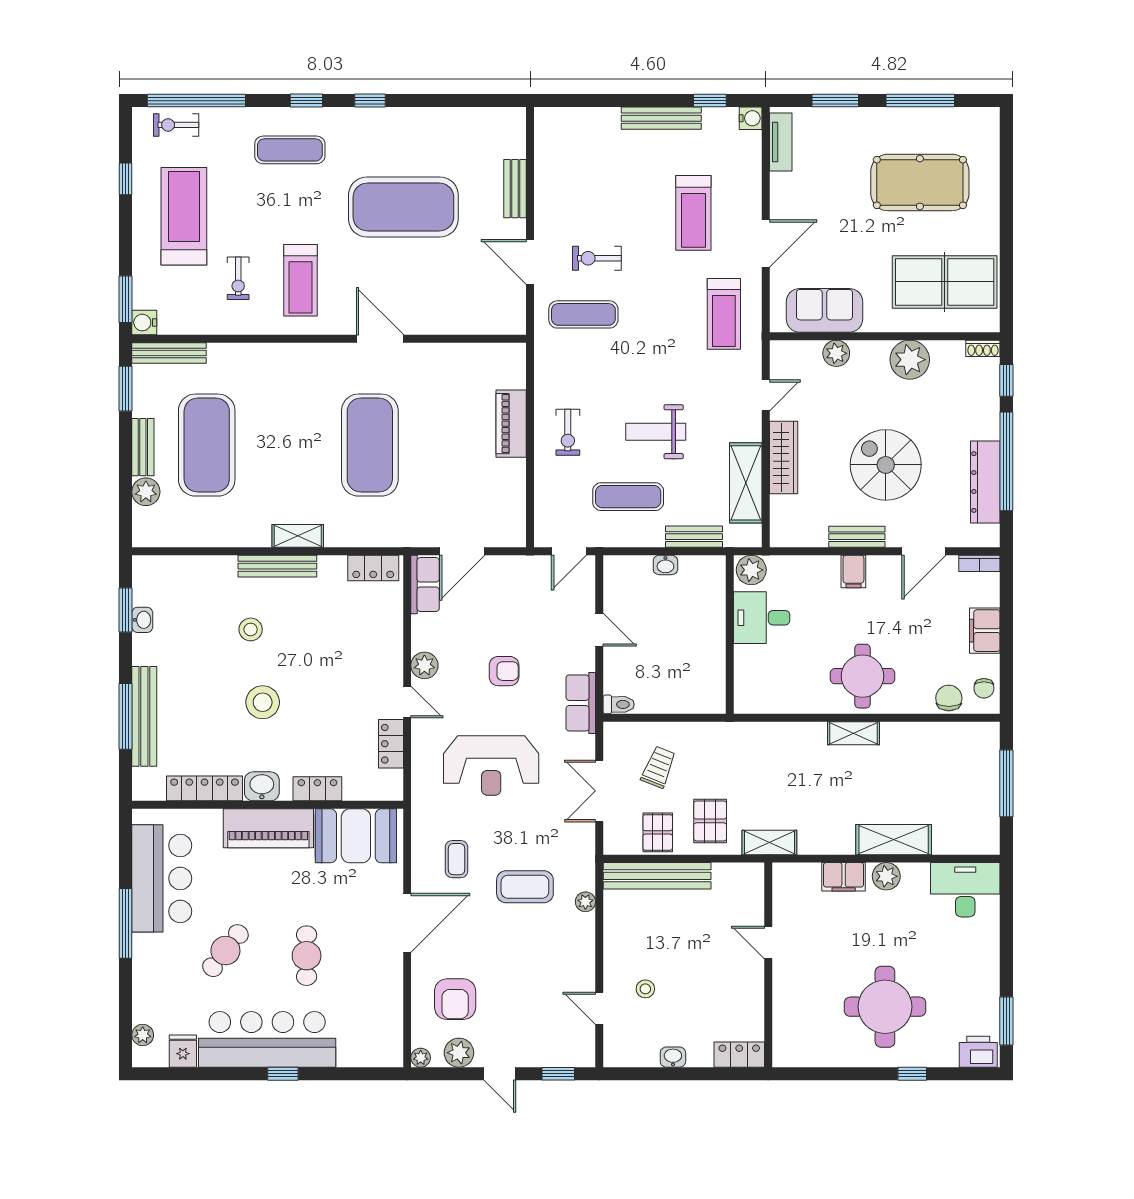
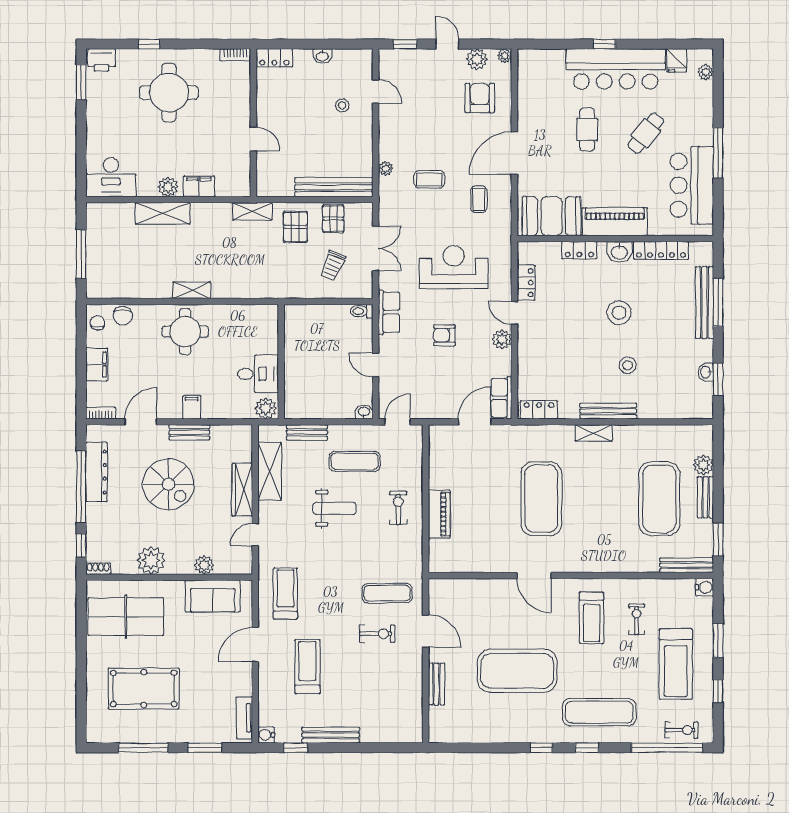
exercise mat: (290, 150) -> (599, 712), width x1.36, depth x1.45
treadmill: (300, 280) -> (592, 618), turned 180
window: (125, 299) -> (718, 640), moved
washbasin: (665, 565) -> (364, 412), moved
coffee table: (525, 887) -> (429, 179), width x0.73, depth x0.77
bookcase: (793, 1059) -> (235, 55), added

